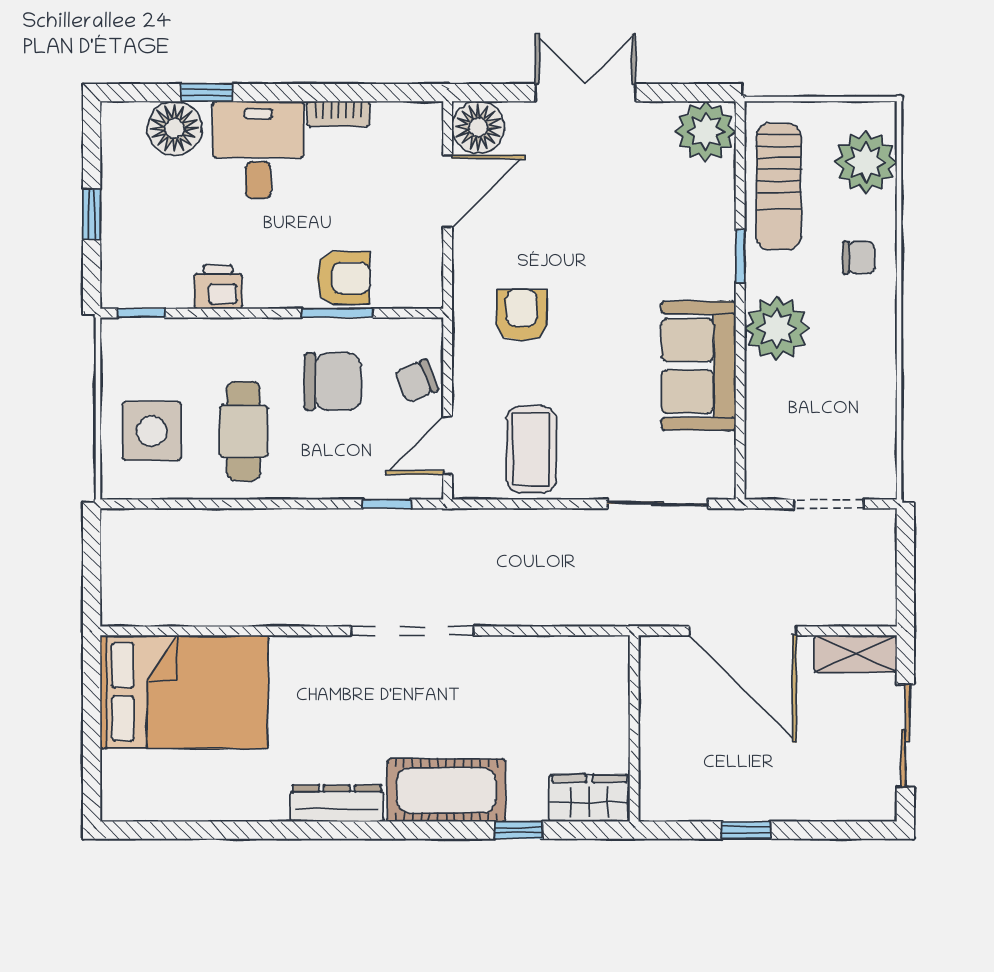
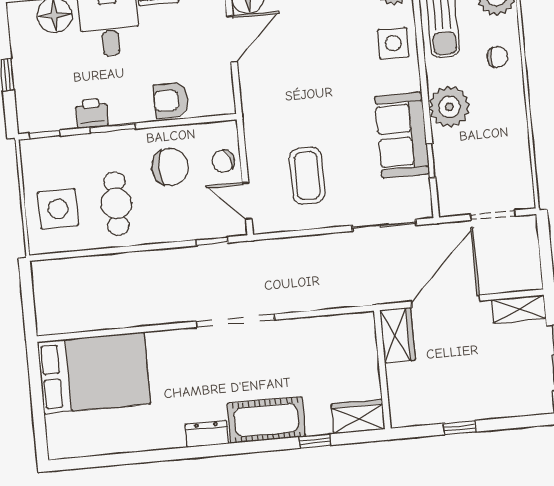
side table: (698, 221) -> (393, 43), added
window: (740, 256) -> (431, 161), moved
armchair: (344, 278) -> (171, 100), turned 180
window: (337, 313) -> (113, 128), moved
armchair: (522, 315) -> (286, 113), removed
door: (448, 446) -> (247, 201), hinge flipped
coffee table: (531, 449) -> (307, 176), moved
door: (743, 631) -> (446, 301), swing flipped
wardrobe: (663, 677) -> (397, 335), added
dresser: (337, 803) -> (207, 434), width x0.70

